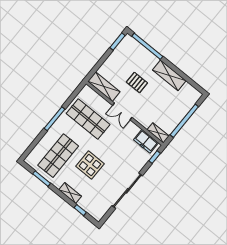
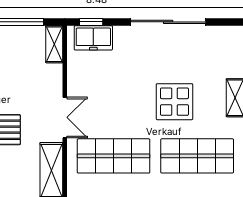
shop shelf: (88, 119) -> (114, 156), turned 90
freezer: (146, 141) -> (93, 38), moved, turned 90

